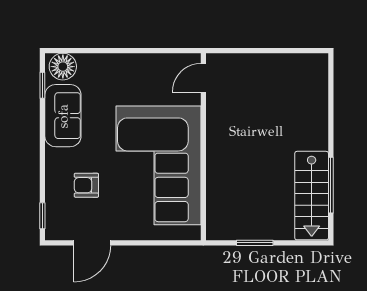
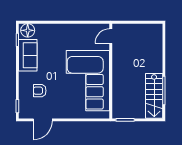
door: (203, 78) -> (111, 36), moved
wall: (203, 147) -> (111, 71), moved
corner sofa: (158, 165) -> (88, 81), moved

